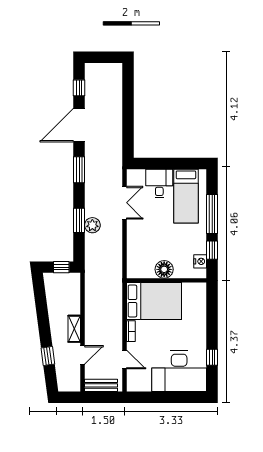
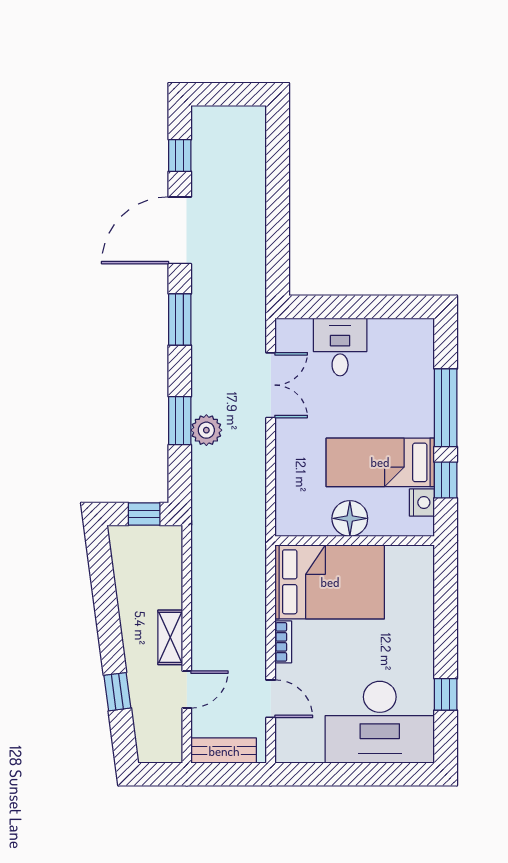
bed: (186, 196) -> (380, 462), moved, turned 90

